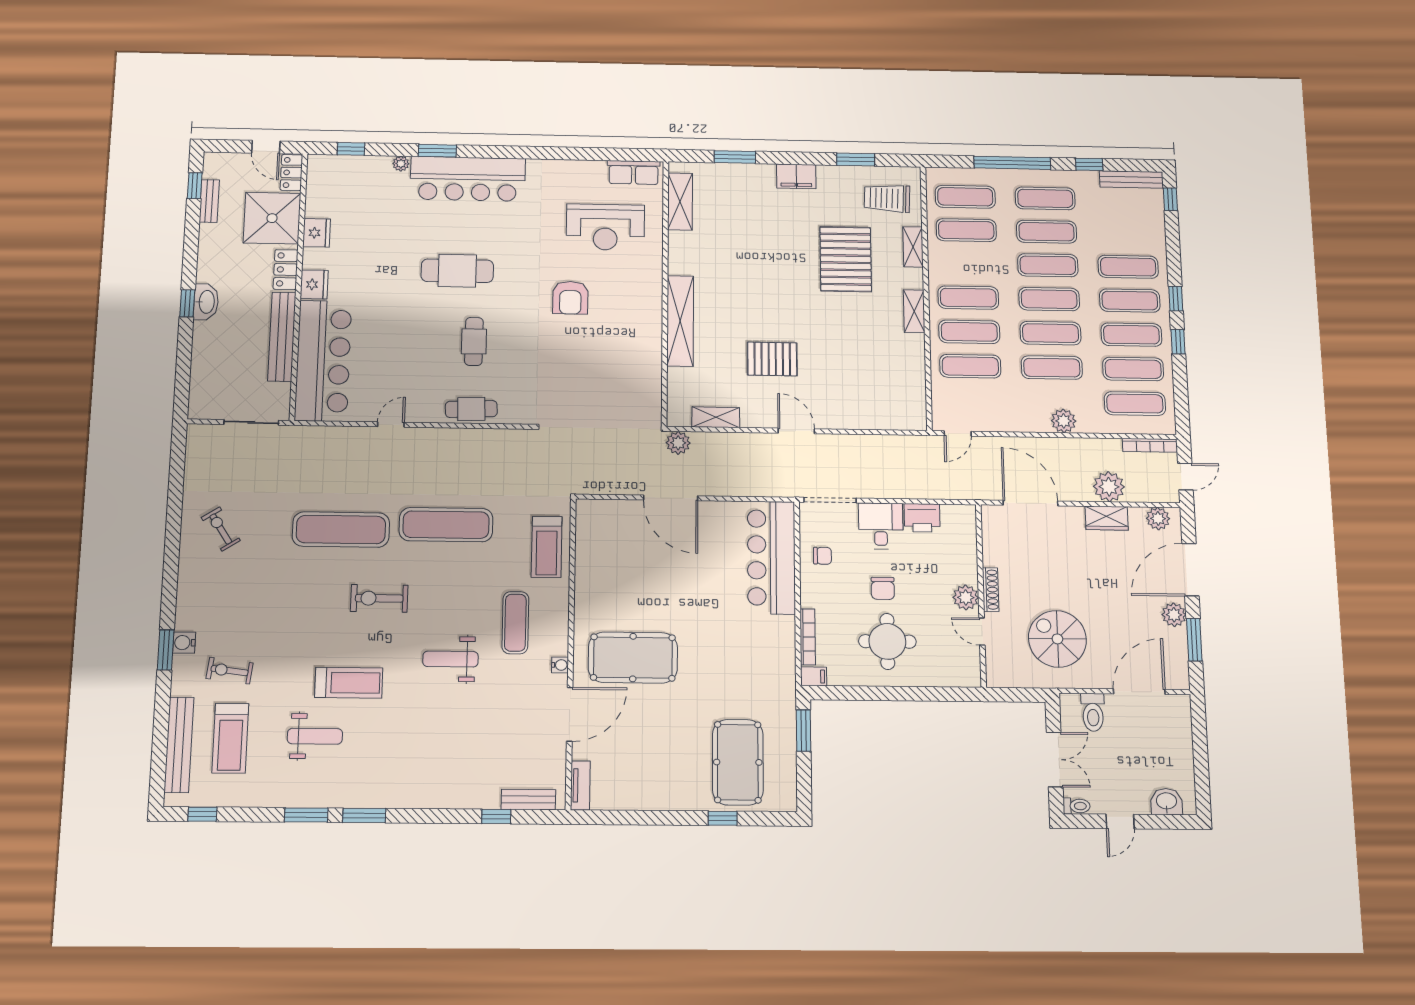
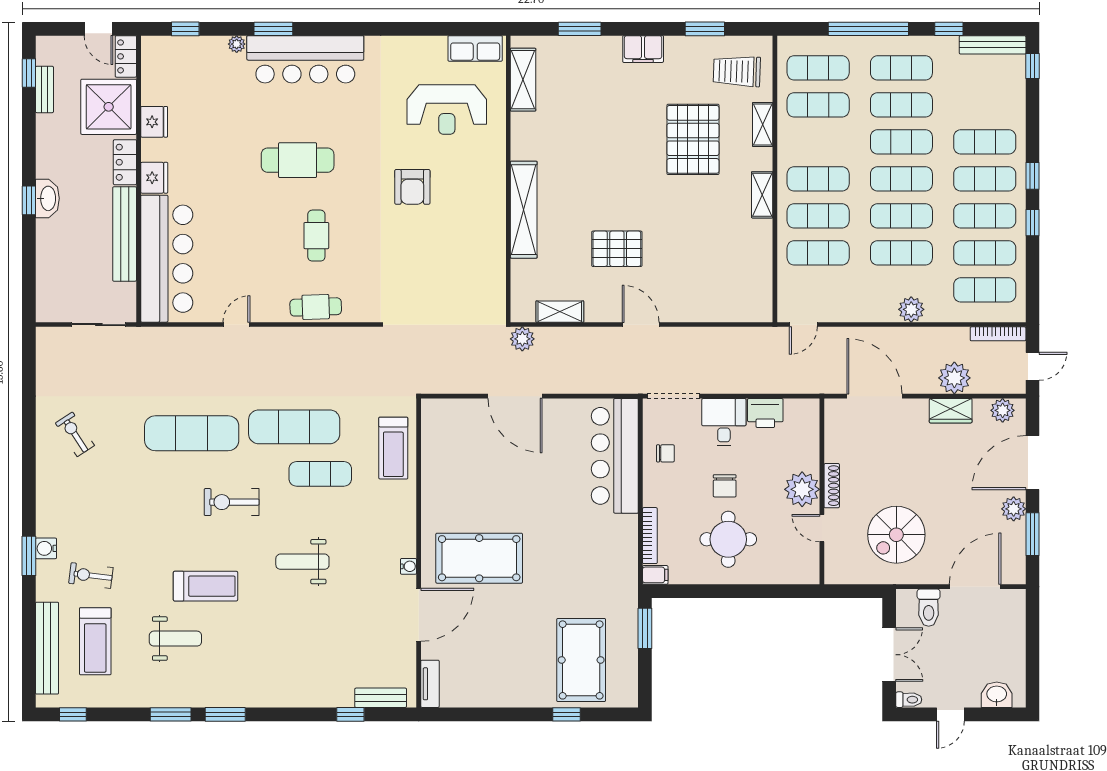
plant: (966, 597) -> (802, 489), width x1.36, depth x1.36
exercise mat: (515, 623) -> (320, 474), moved, turned 90
spiral stairs: (1057, 639) -> (896, 535), turned -90

